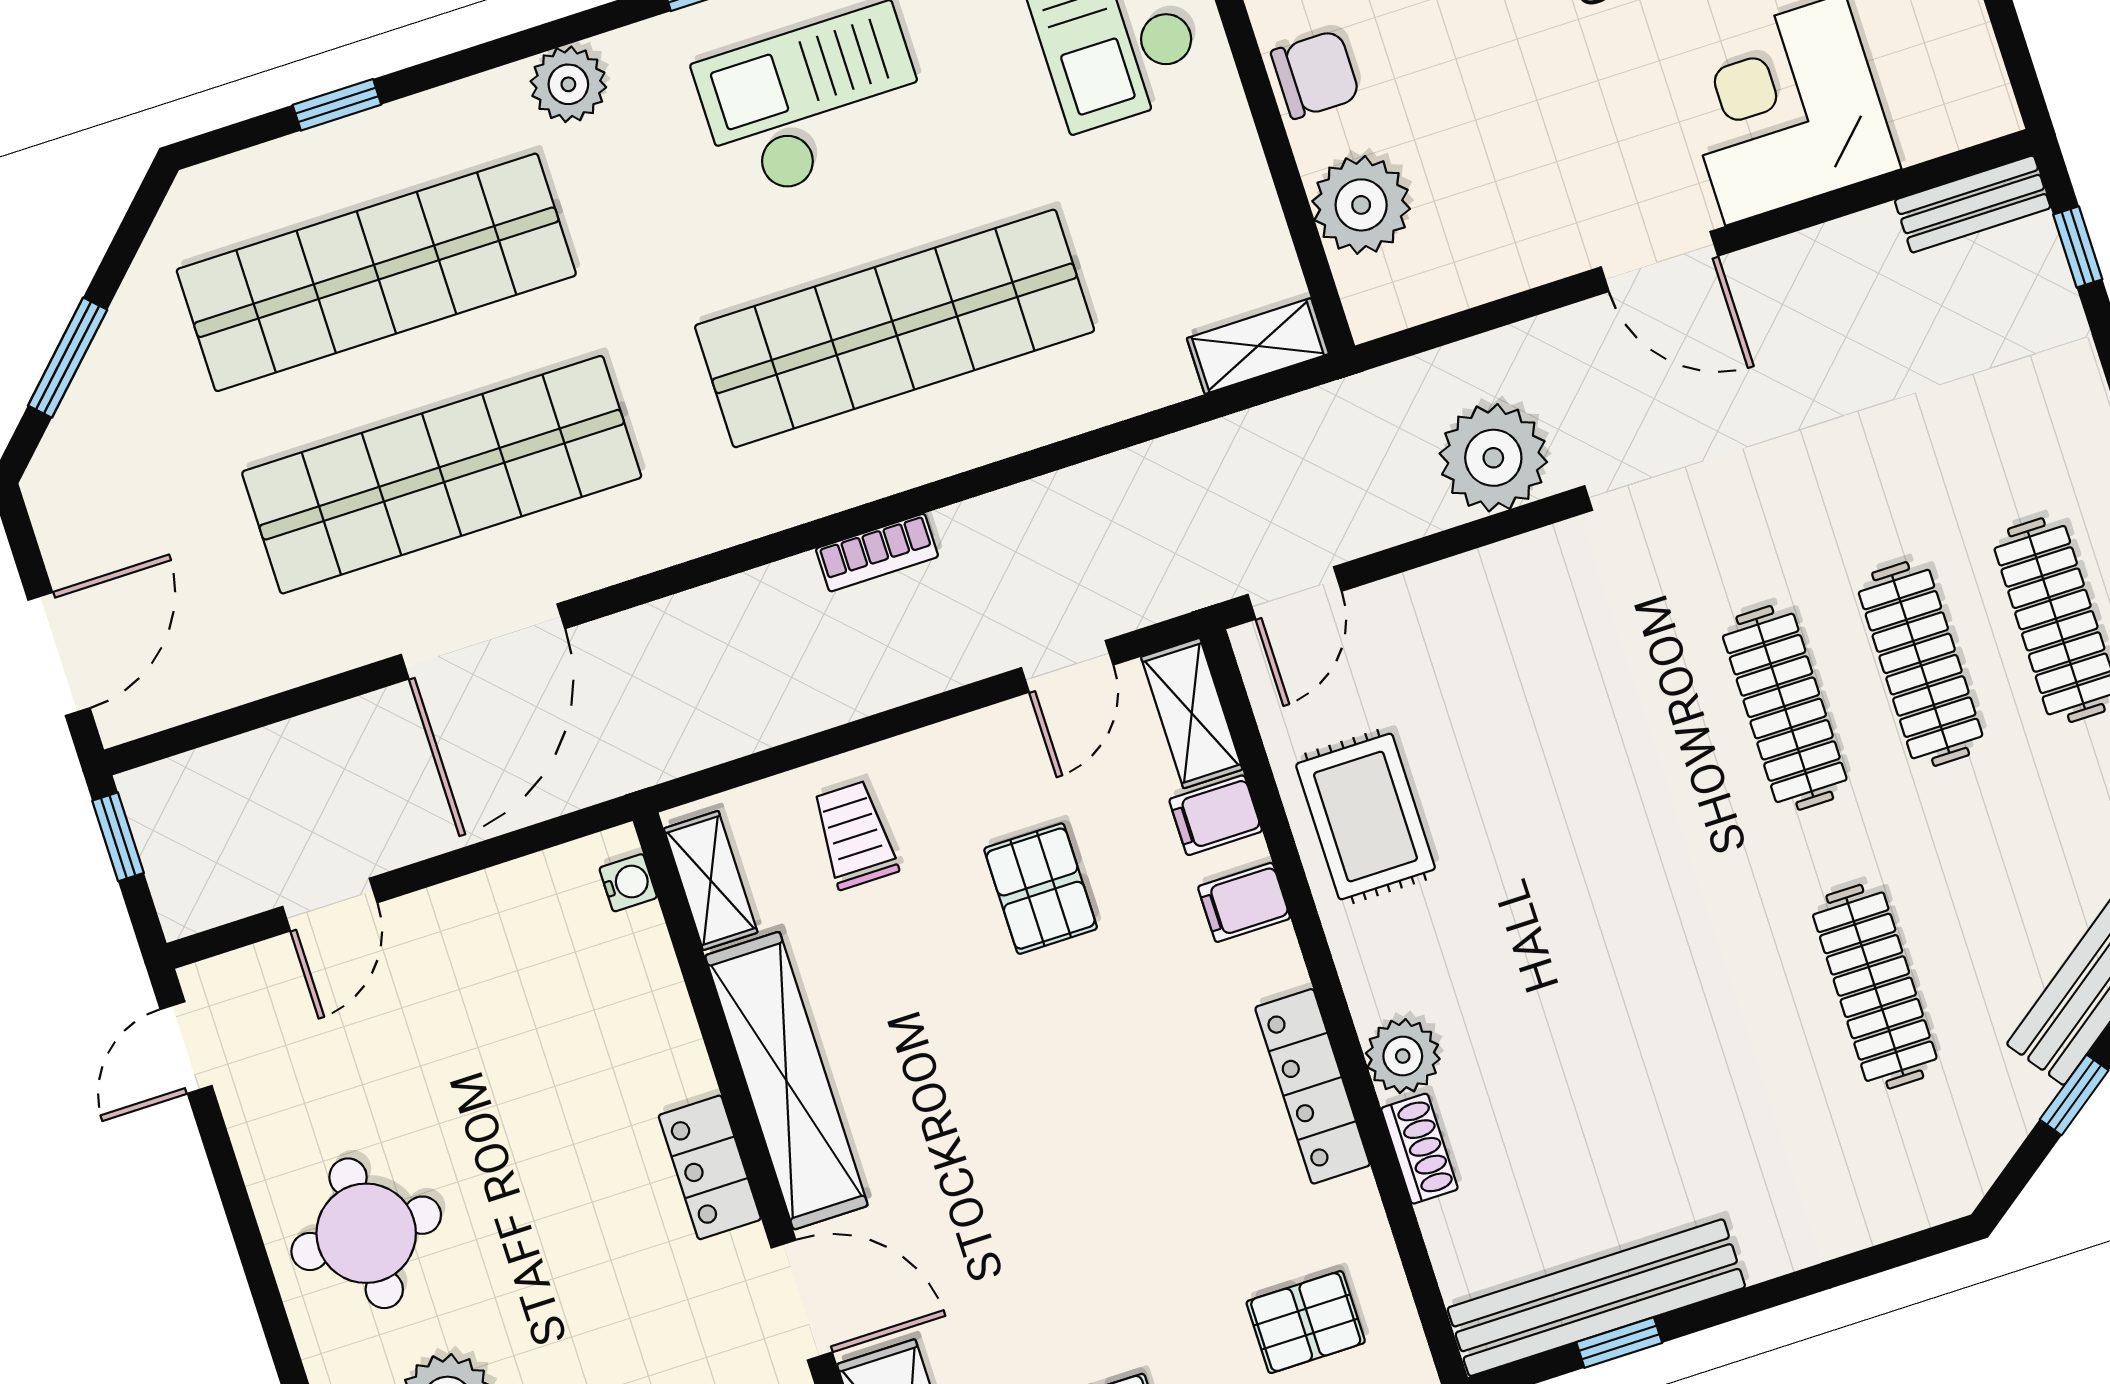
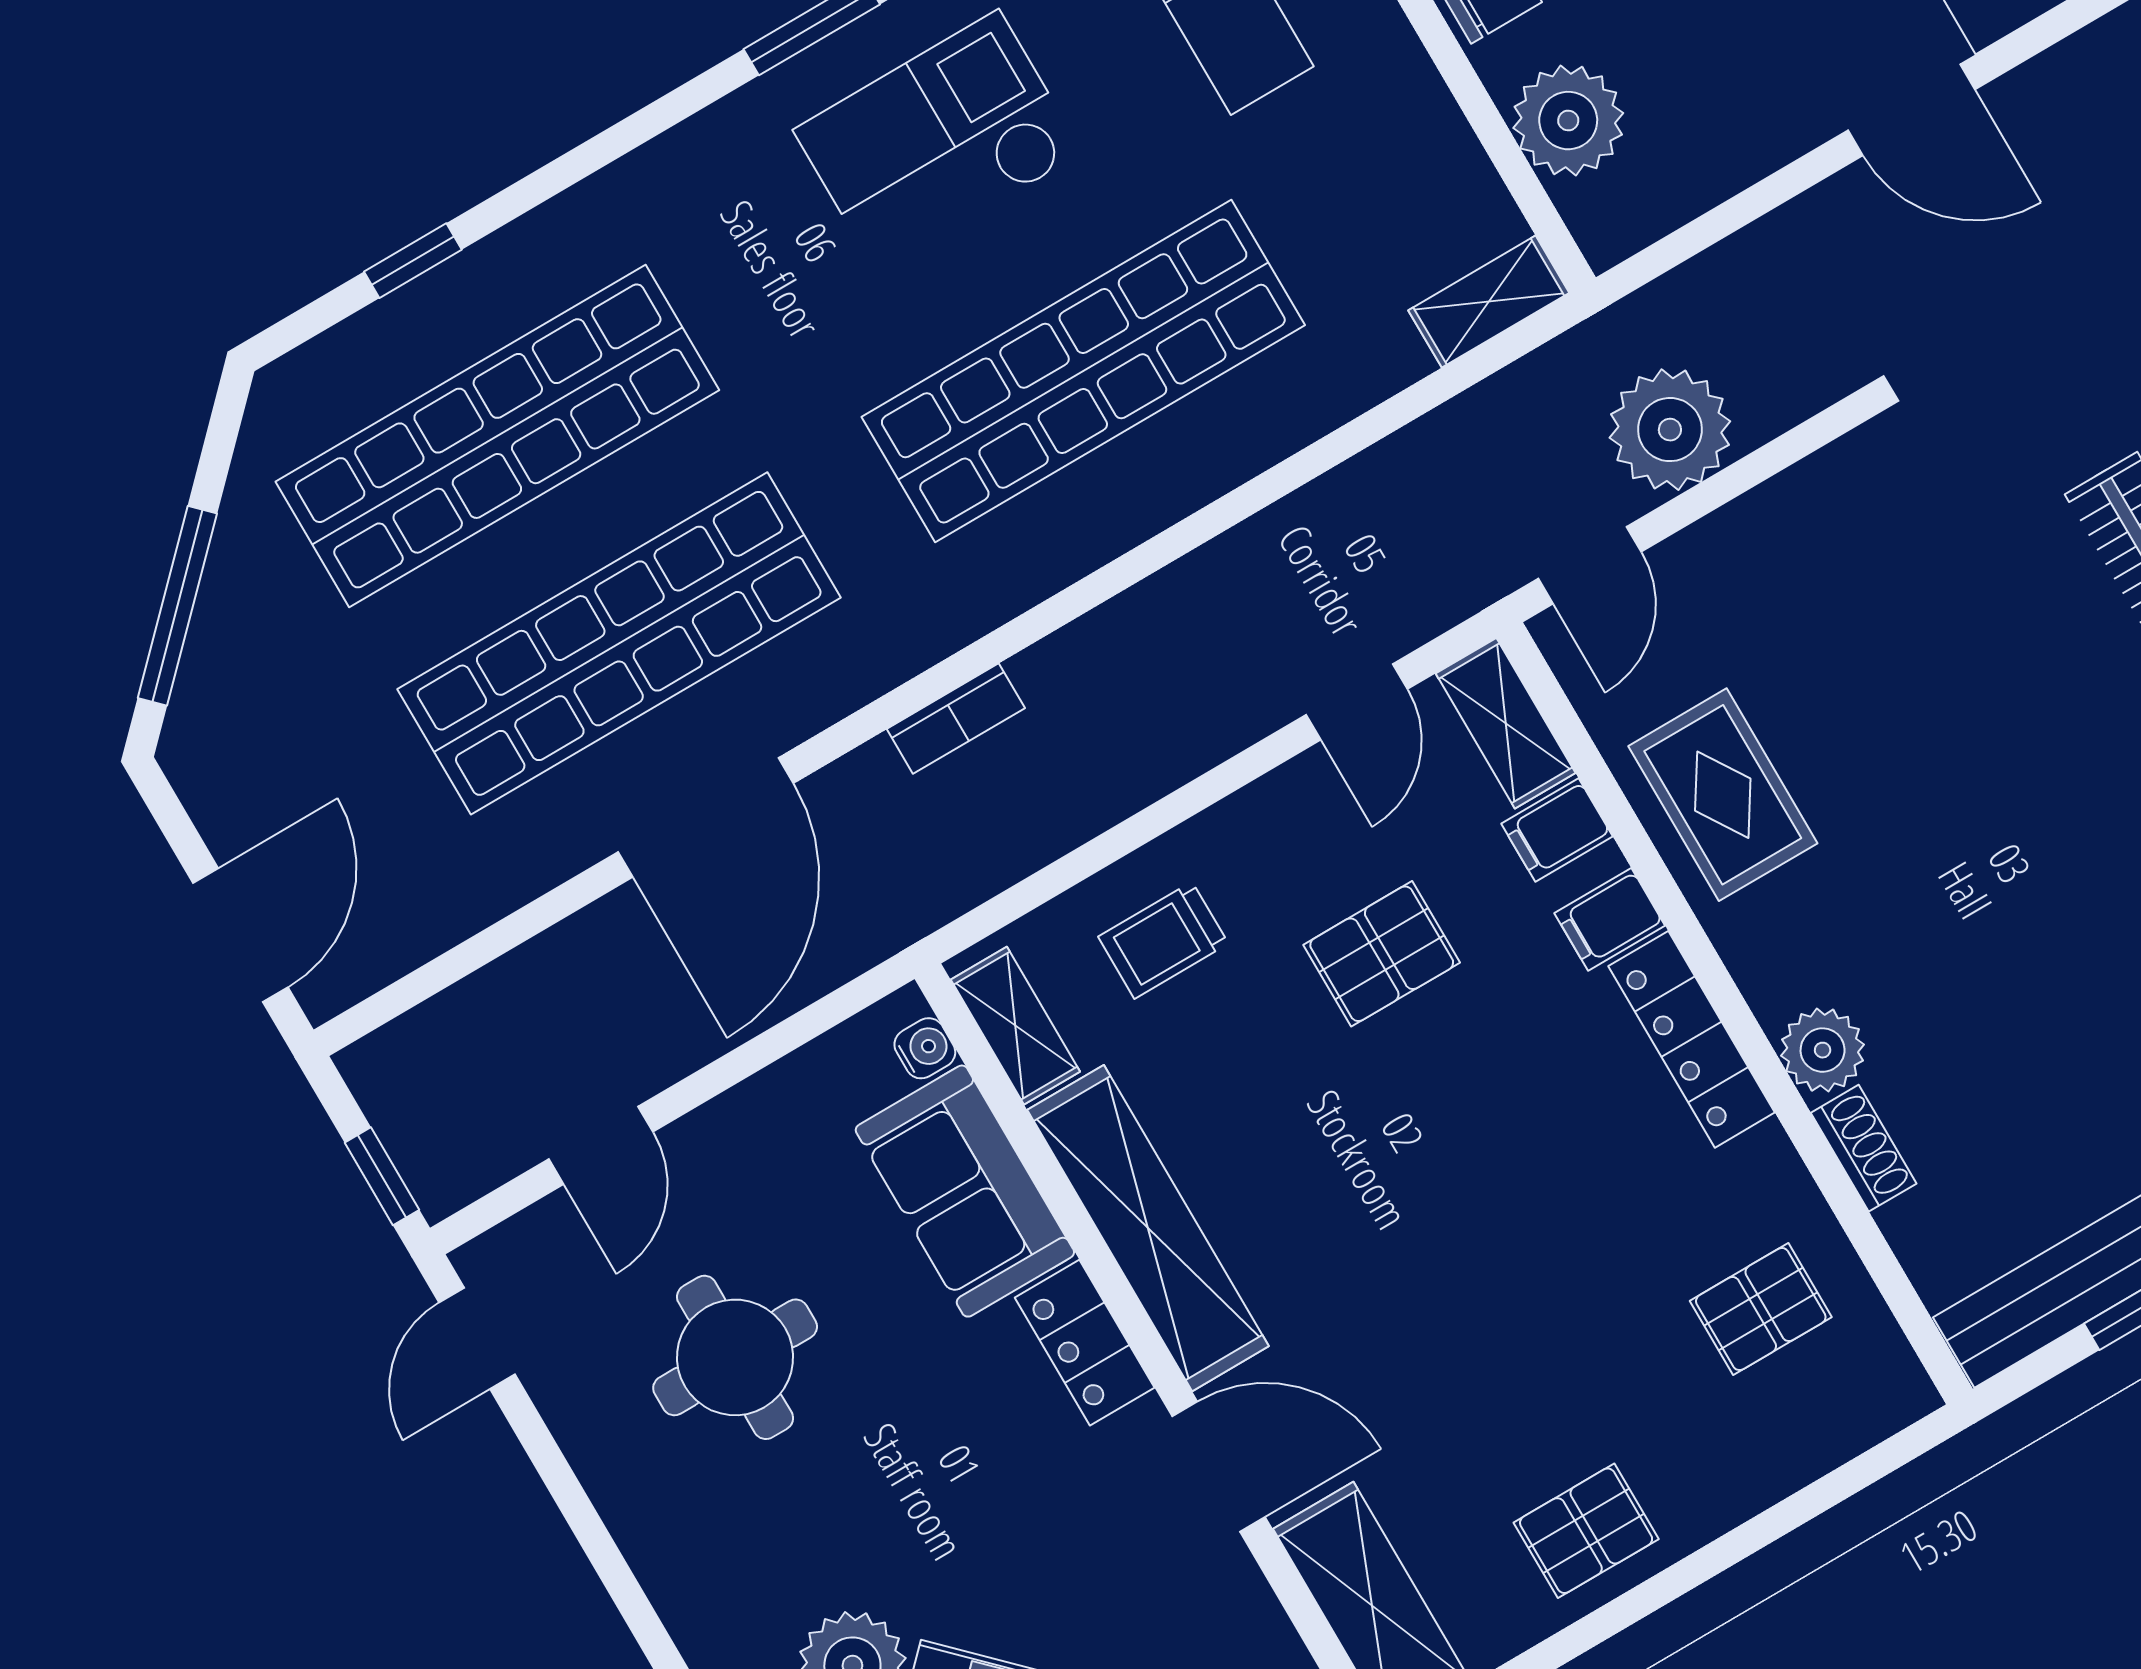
plant: (568, 84) -> (663, 181), removed
window: (68, 358) -> (177, 606), width x1.44
plant: (1493, 458) -> (1670, 430), moved
bookcase: (877, 553) -> (956, 719), moved
trolley: (855, 835) -> (1163, 940), turned -90
window: (118, 837) -> (382, 1176), moved
pallet: (1041, 889) -> (1382, 954), turned 90
sofa: (635, 1014) -> (965, 1191), added
locker: (1313, 1086) -> (1692, 1039), moved
round table: (366, 1233) -> (735, 1357), moved
pallet: (1306, 1322) -> (1761, 1309), moved

